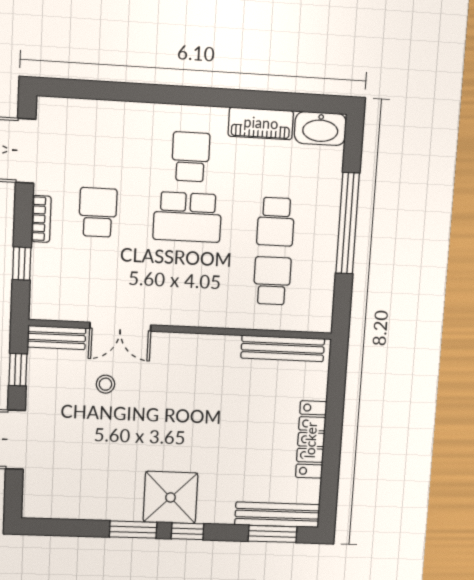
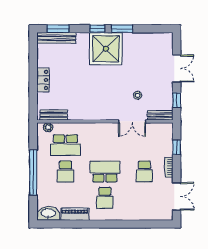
school desk: (276, 222) -> (66, 171), turned 180
school desk: (272, 281) -> (66, 145), width x1.85
plant: (308, 322) -> (48, 127), added
double door: (120, 327) -> (132, 121), swing flipped
bench: (283, 348) -> (54, 115), width x0.73
locker: (311, 440) -> (43, 80), width x0.66
shower: (170, 497) -> (106, 49), width x1.37, depth x1.37

